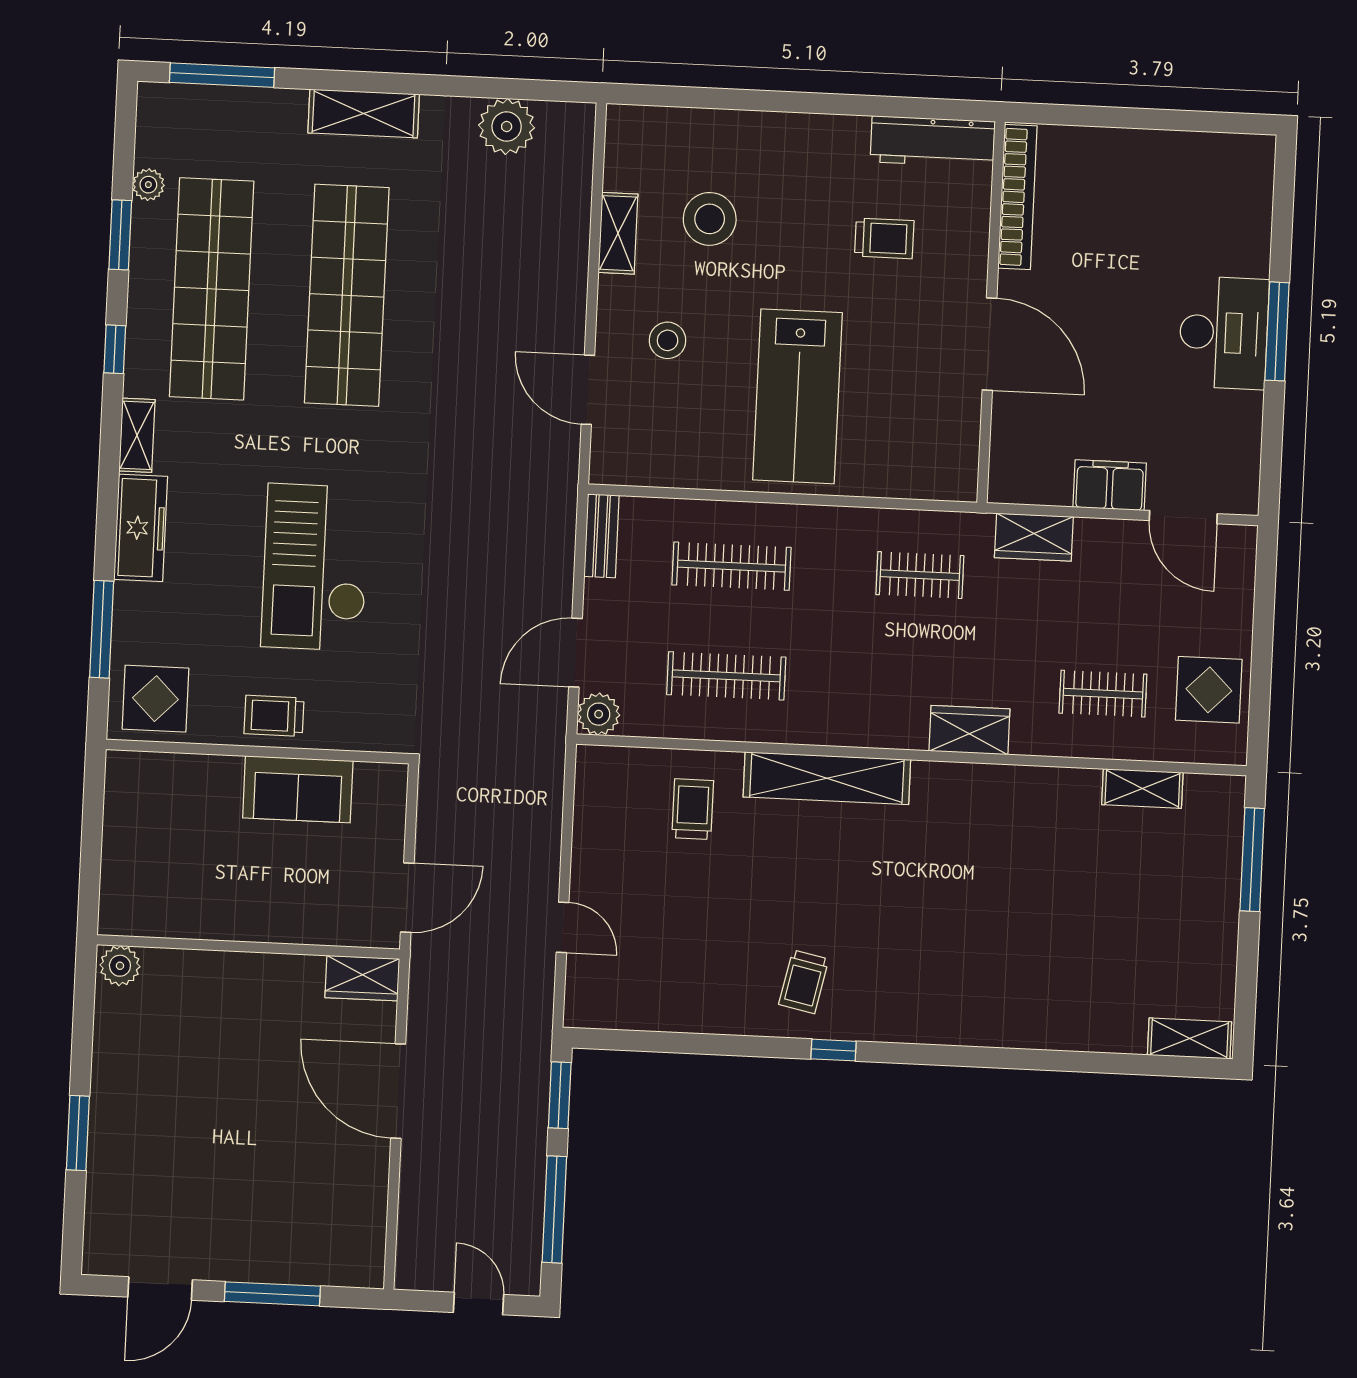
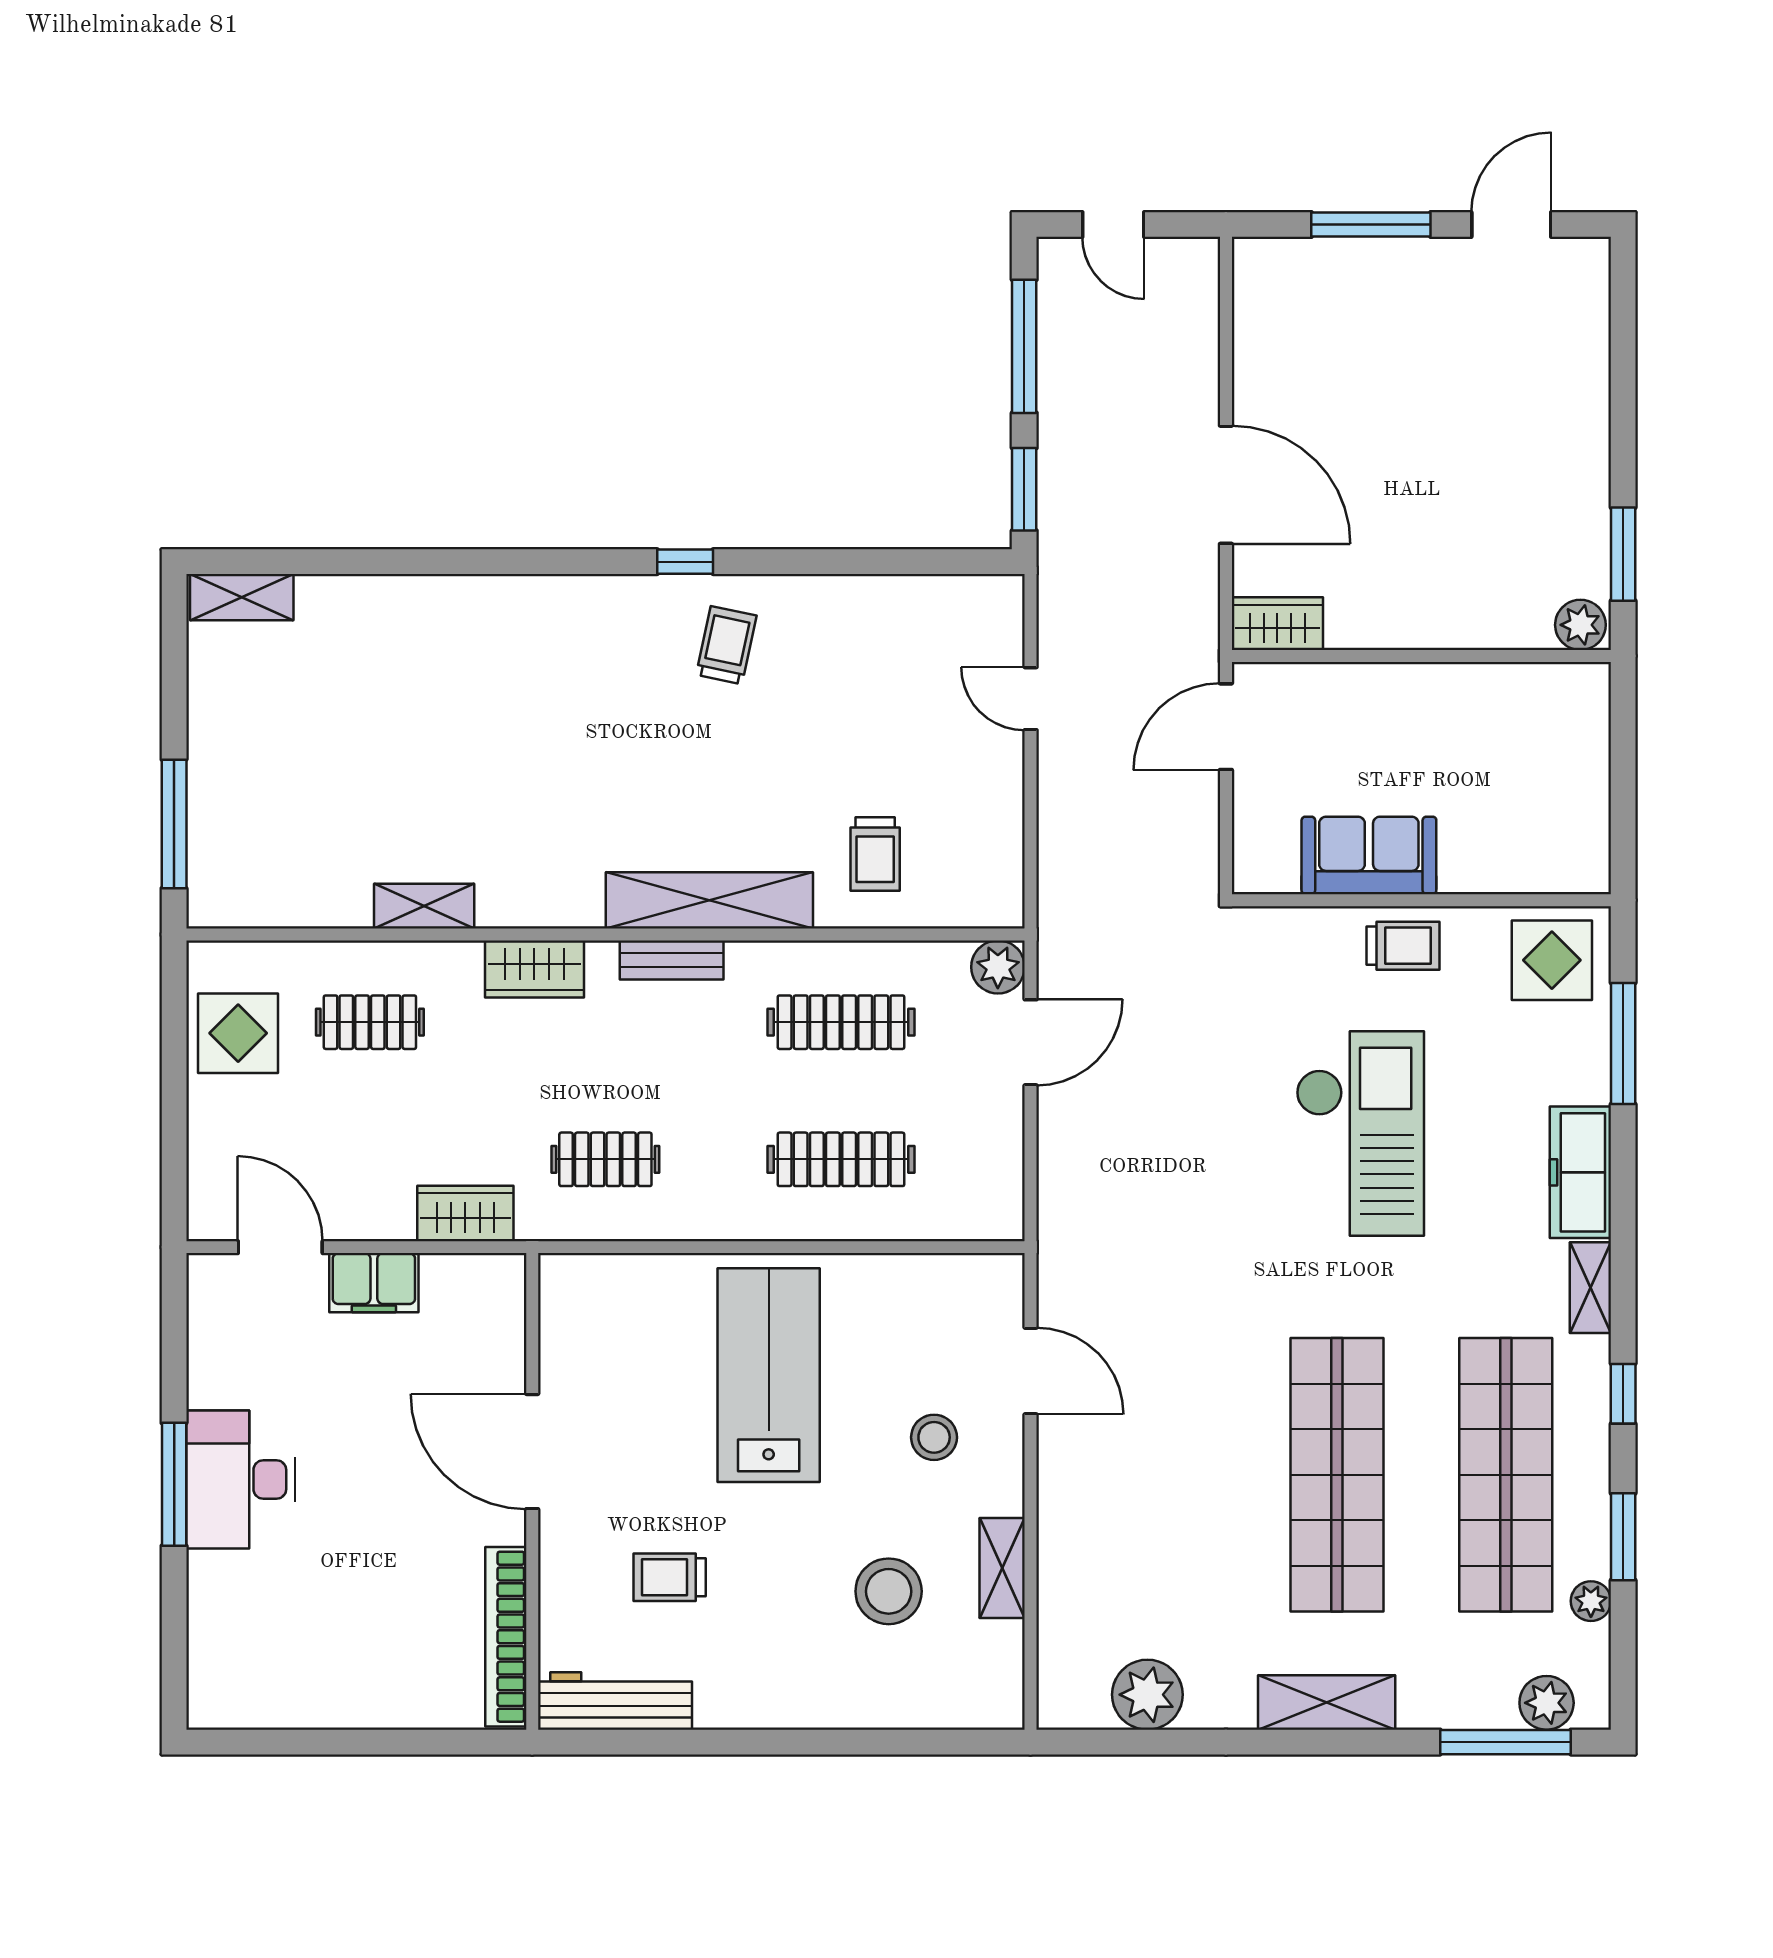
plant: (188, 105) -> (1547, 1703), added
bench: (601, 536) -> (672, 960), moved, turned 90
shelving: (1142, 789) -> (424, 906), moved
window: (78, 1133) -> (1623, 554), moved

